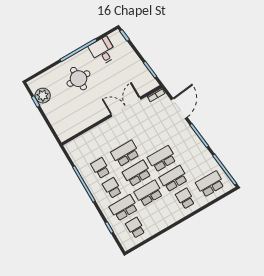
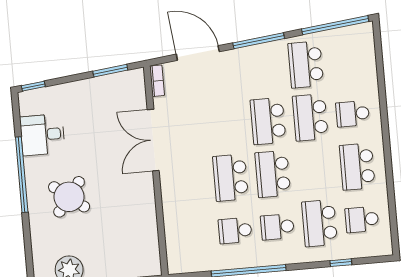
round table: (78, 79) -> (69, 197), turned 38
school desk: (210, 184) -> (306, 65), moved
school desk: (149, 193) -> (357, 167), moved

